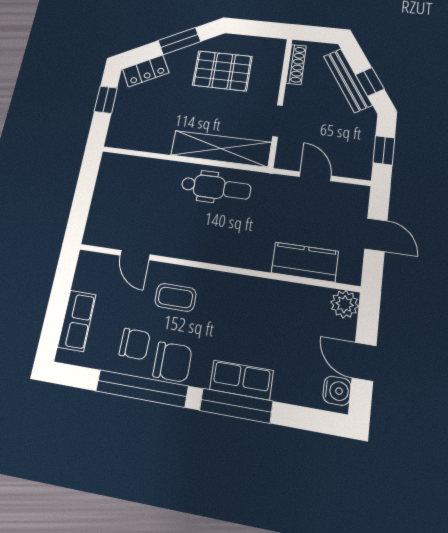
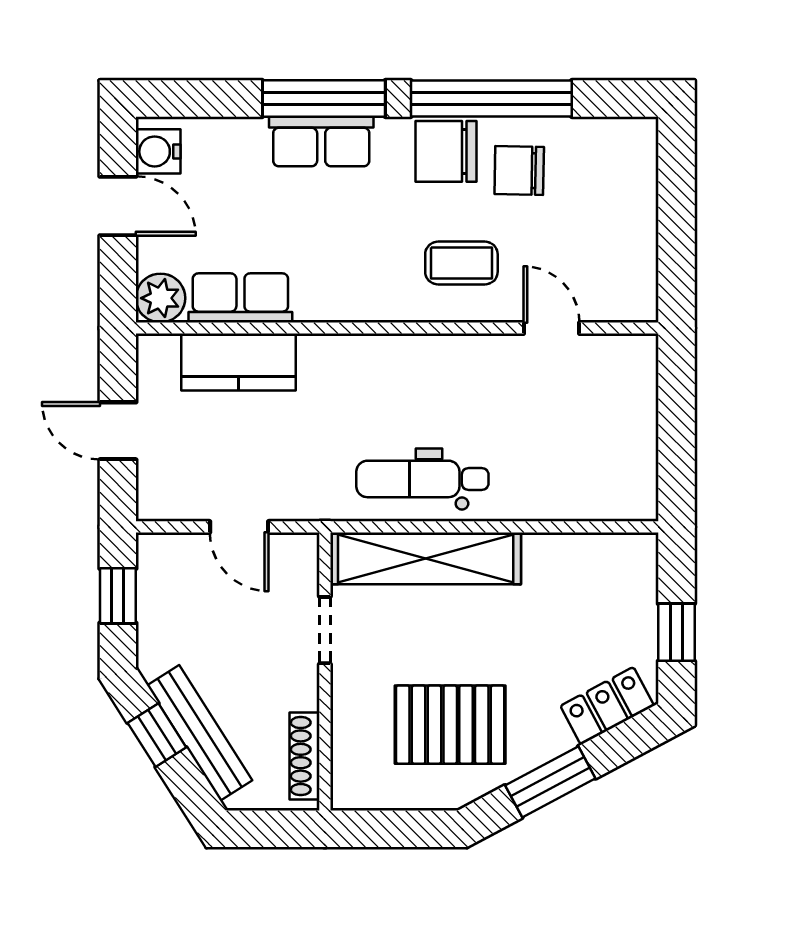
row of seats: (77, 321) -> (240, 298), moved, turned 90

